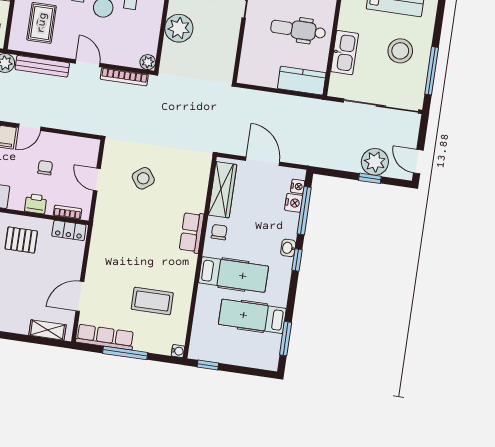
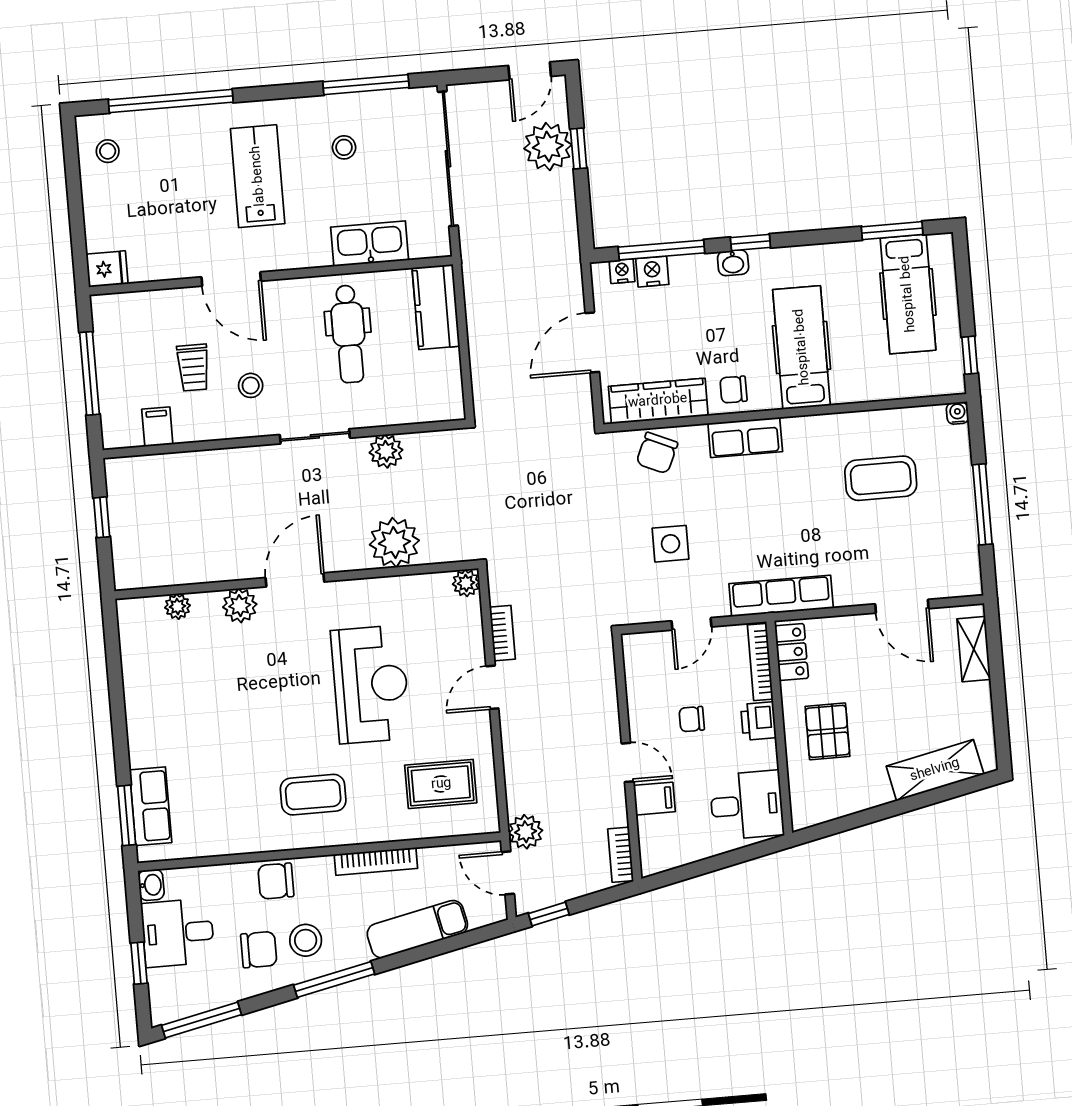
plant: (230, 35) -> (386, 451), added
stool: (400, 51) -> (344, 147), width x0.53, depth x0.53
bench: (42, 66) -> (516, 765), removed
bookcase: (124, 77) -> (502, 633), width x0.64
side table: (143, 178) -> (670, 544), turned 37
chair: (194, 182) -> (657, 453), added
bookcase: (68, 212) -> (760, 662), width x1.56
coffee table: (152, 301) -> (881, 478), turned 90
hospital bed: (252, 316) -> (908, 294), moved
row of seats: (105, 337) -> (781, 596), moved, turned 90

